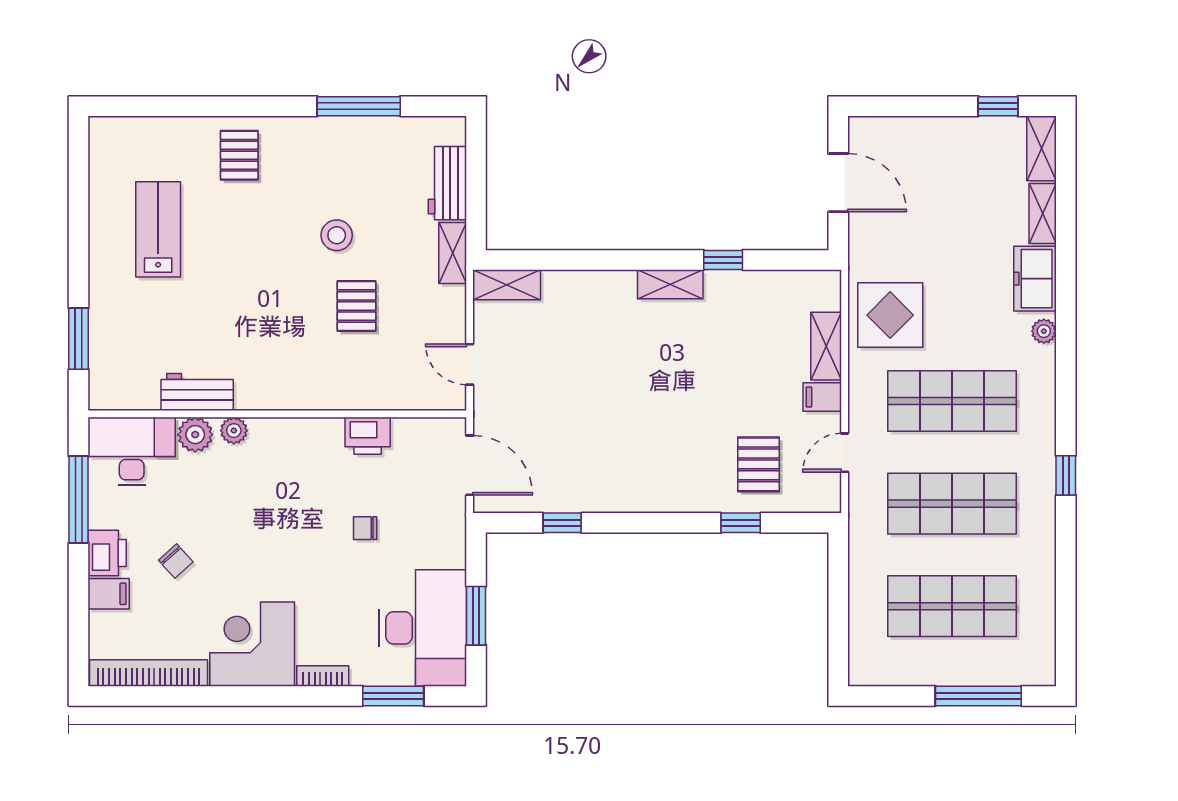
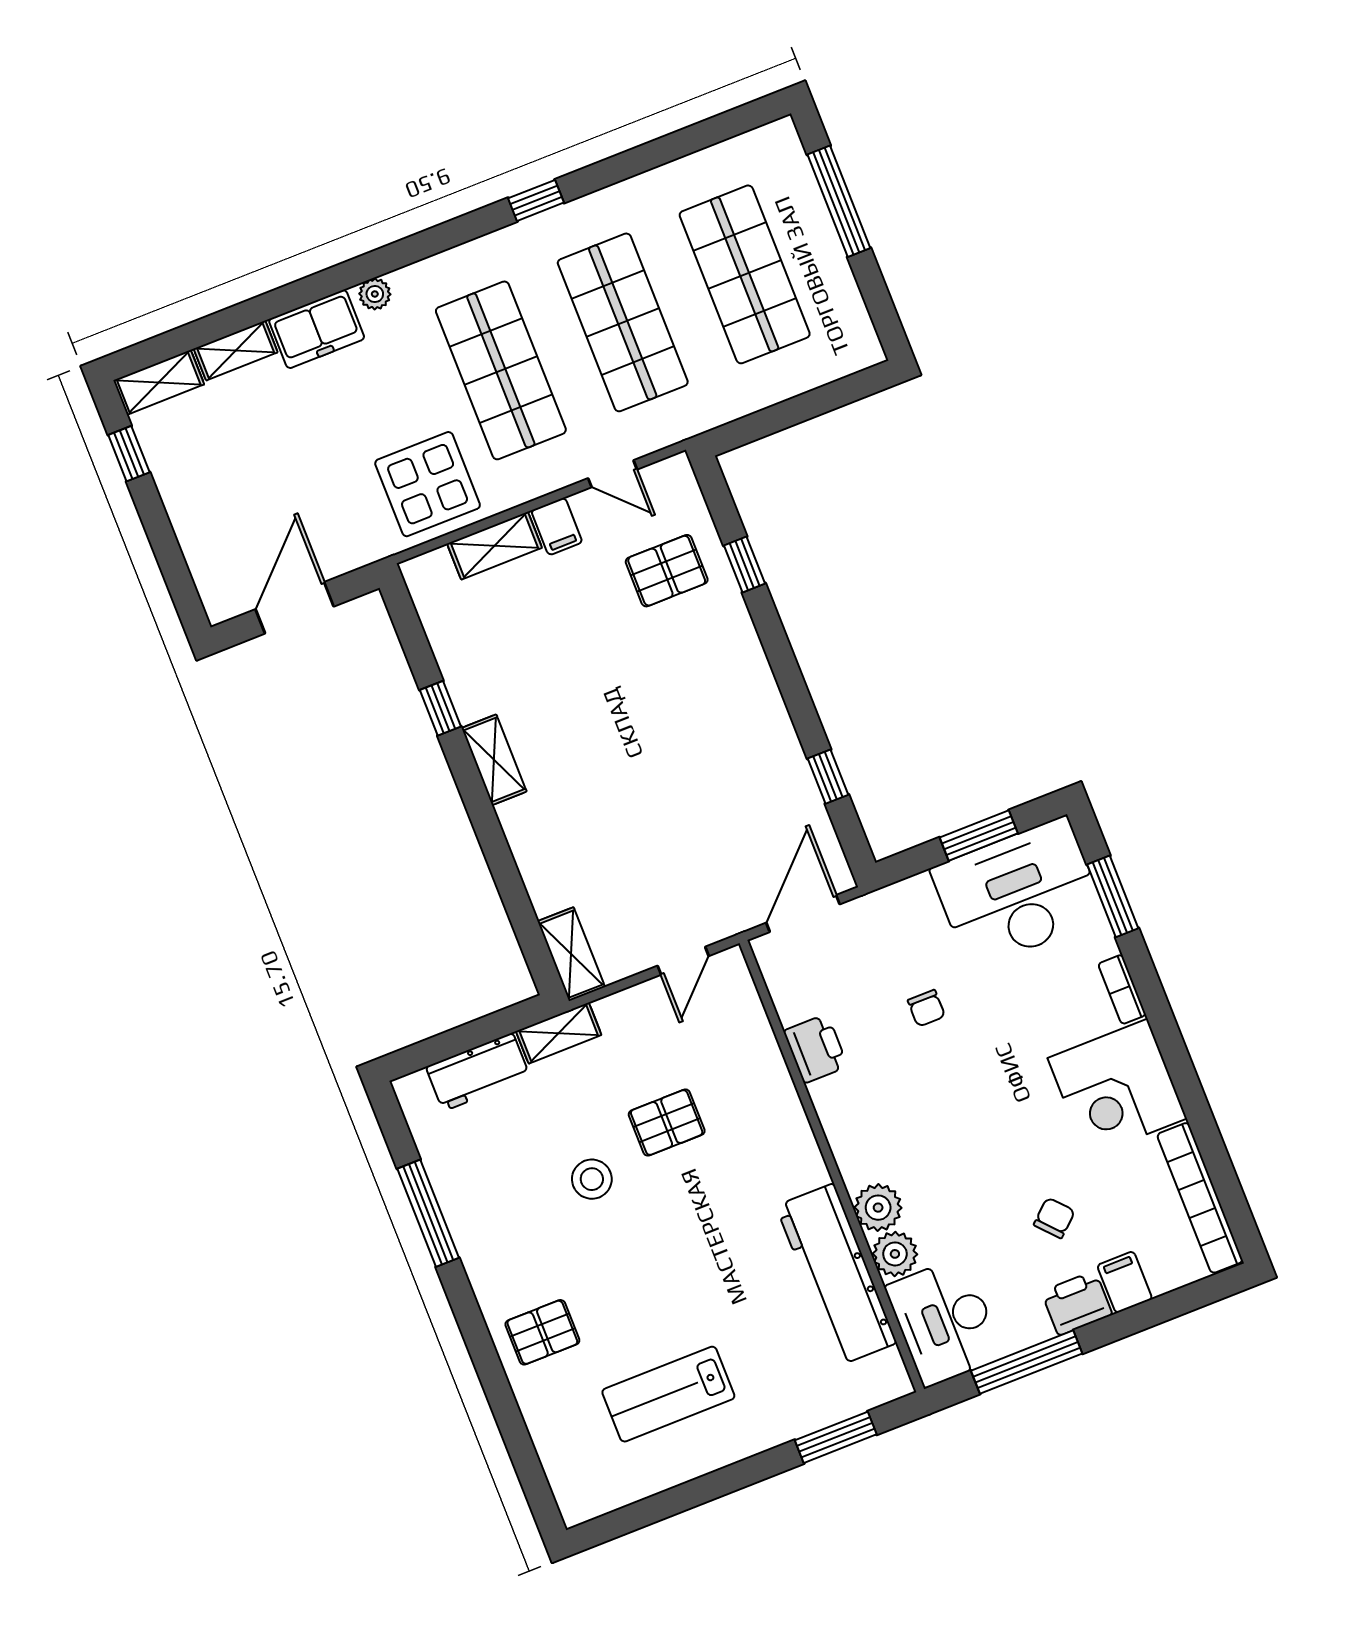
workbench: (197, 392) -> (836, 1274), width x1.88, depth x1.32
plant: (234, 431) -> (878, 1208), width x1.38, depth x1.38

